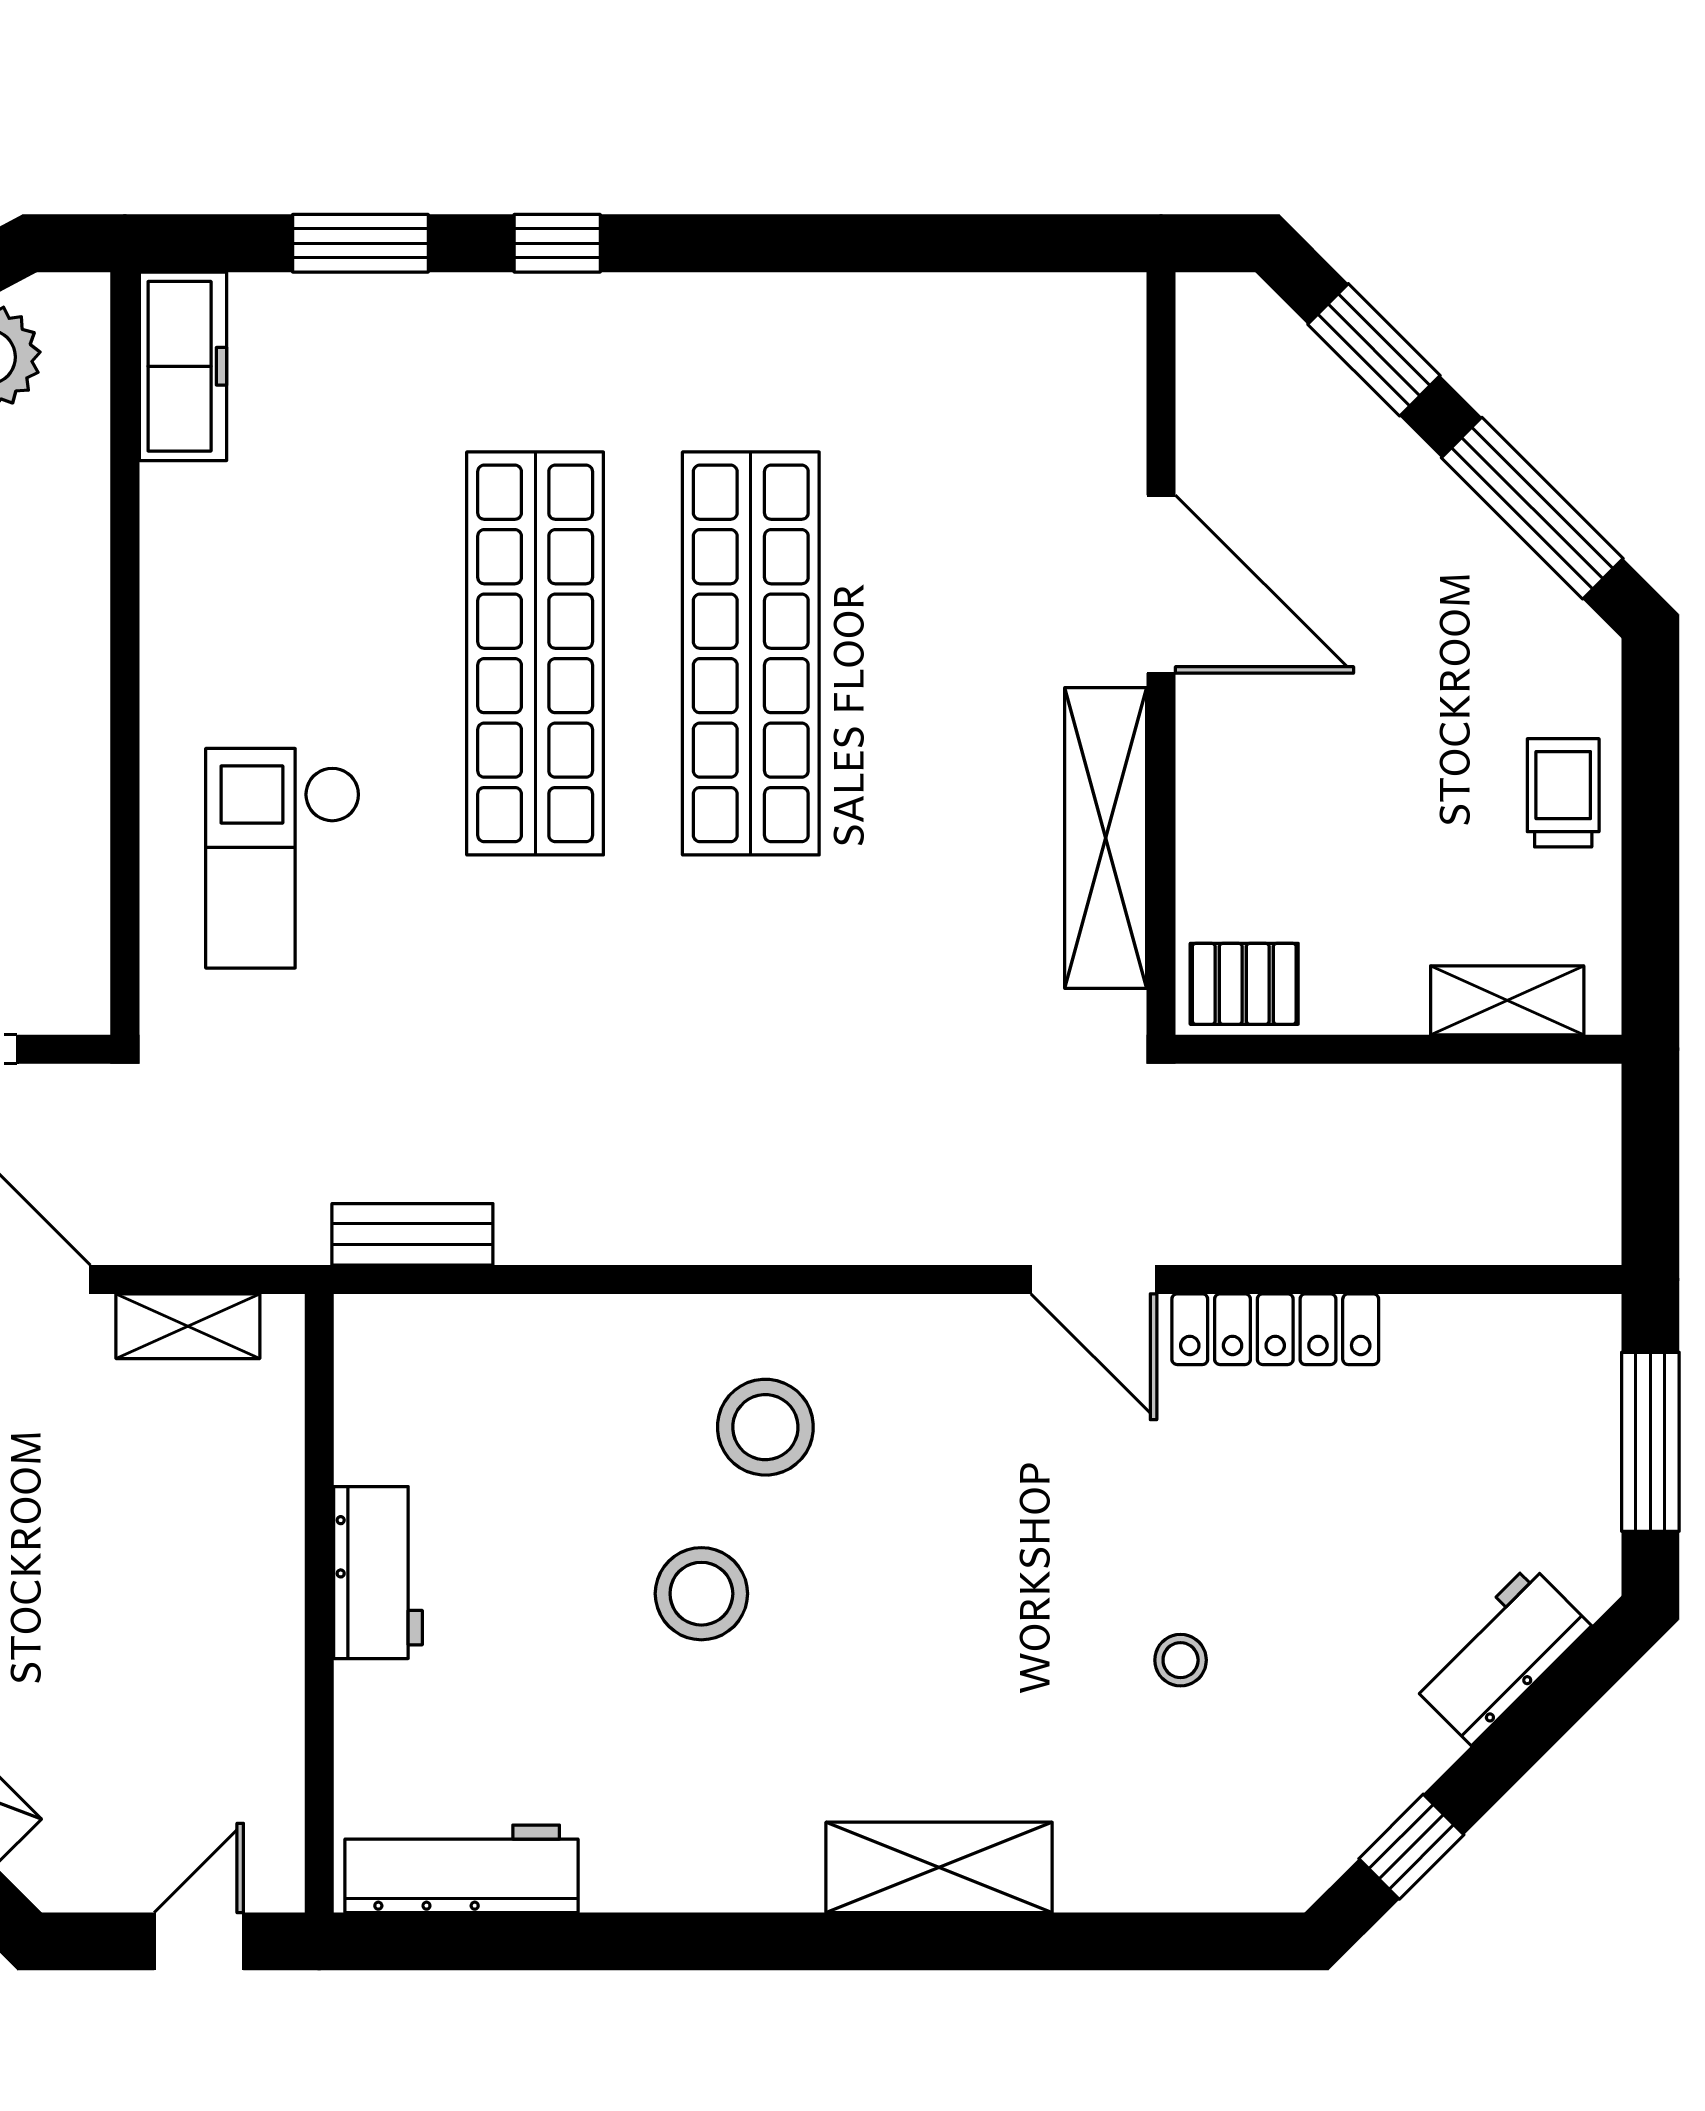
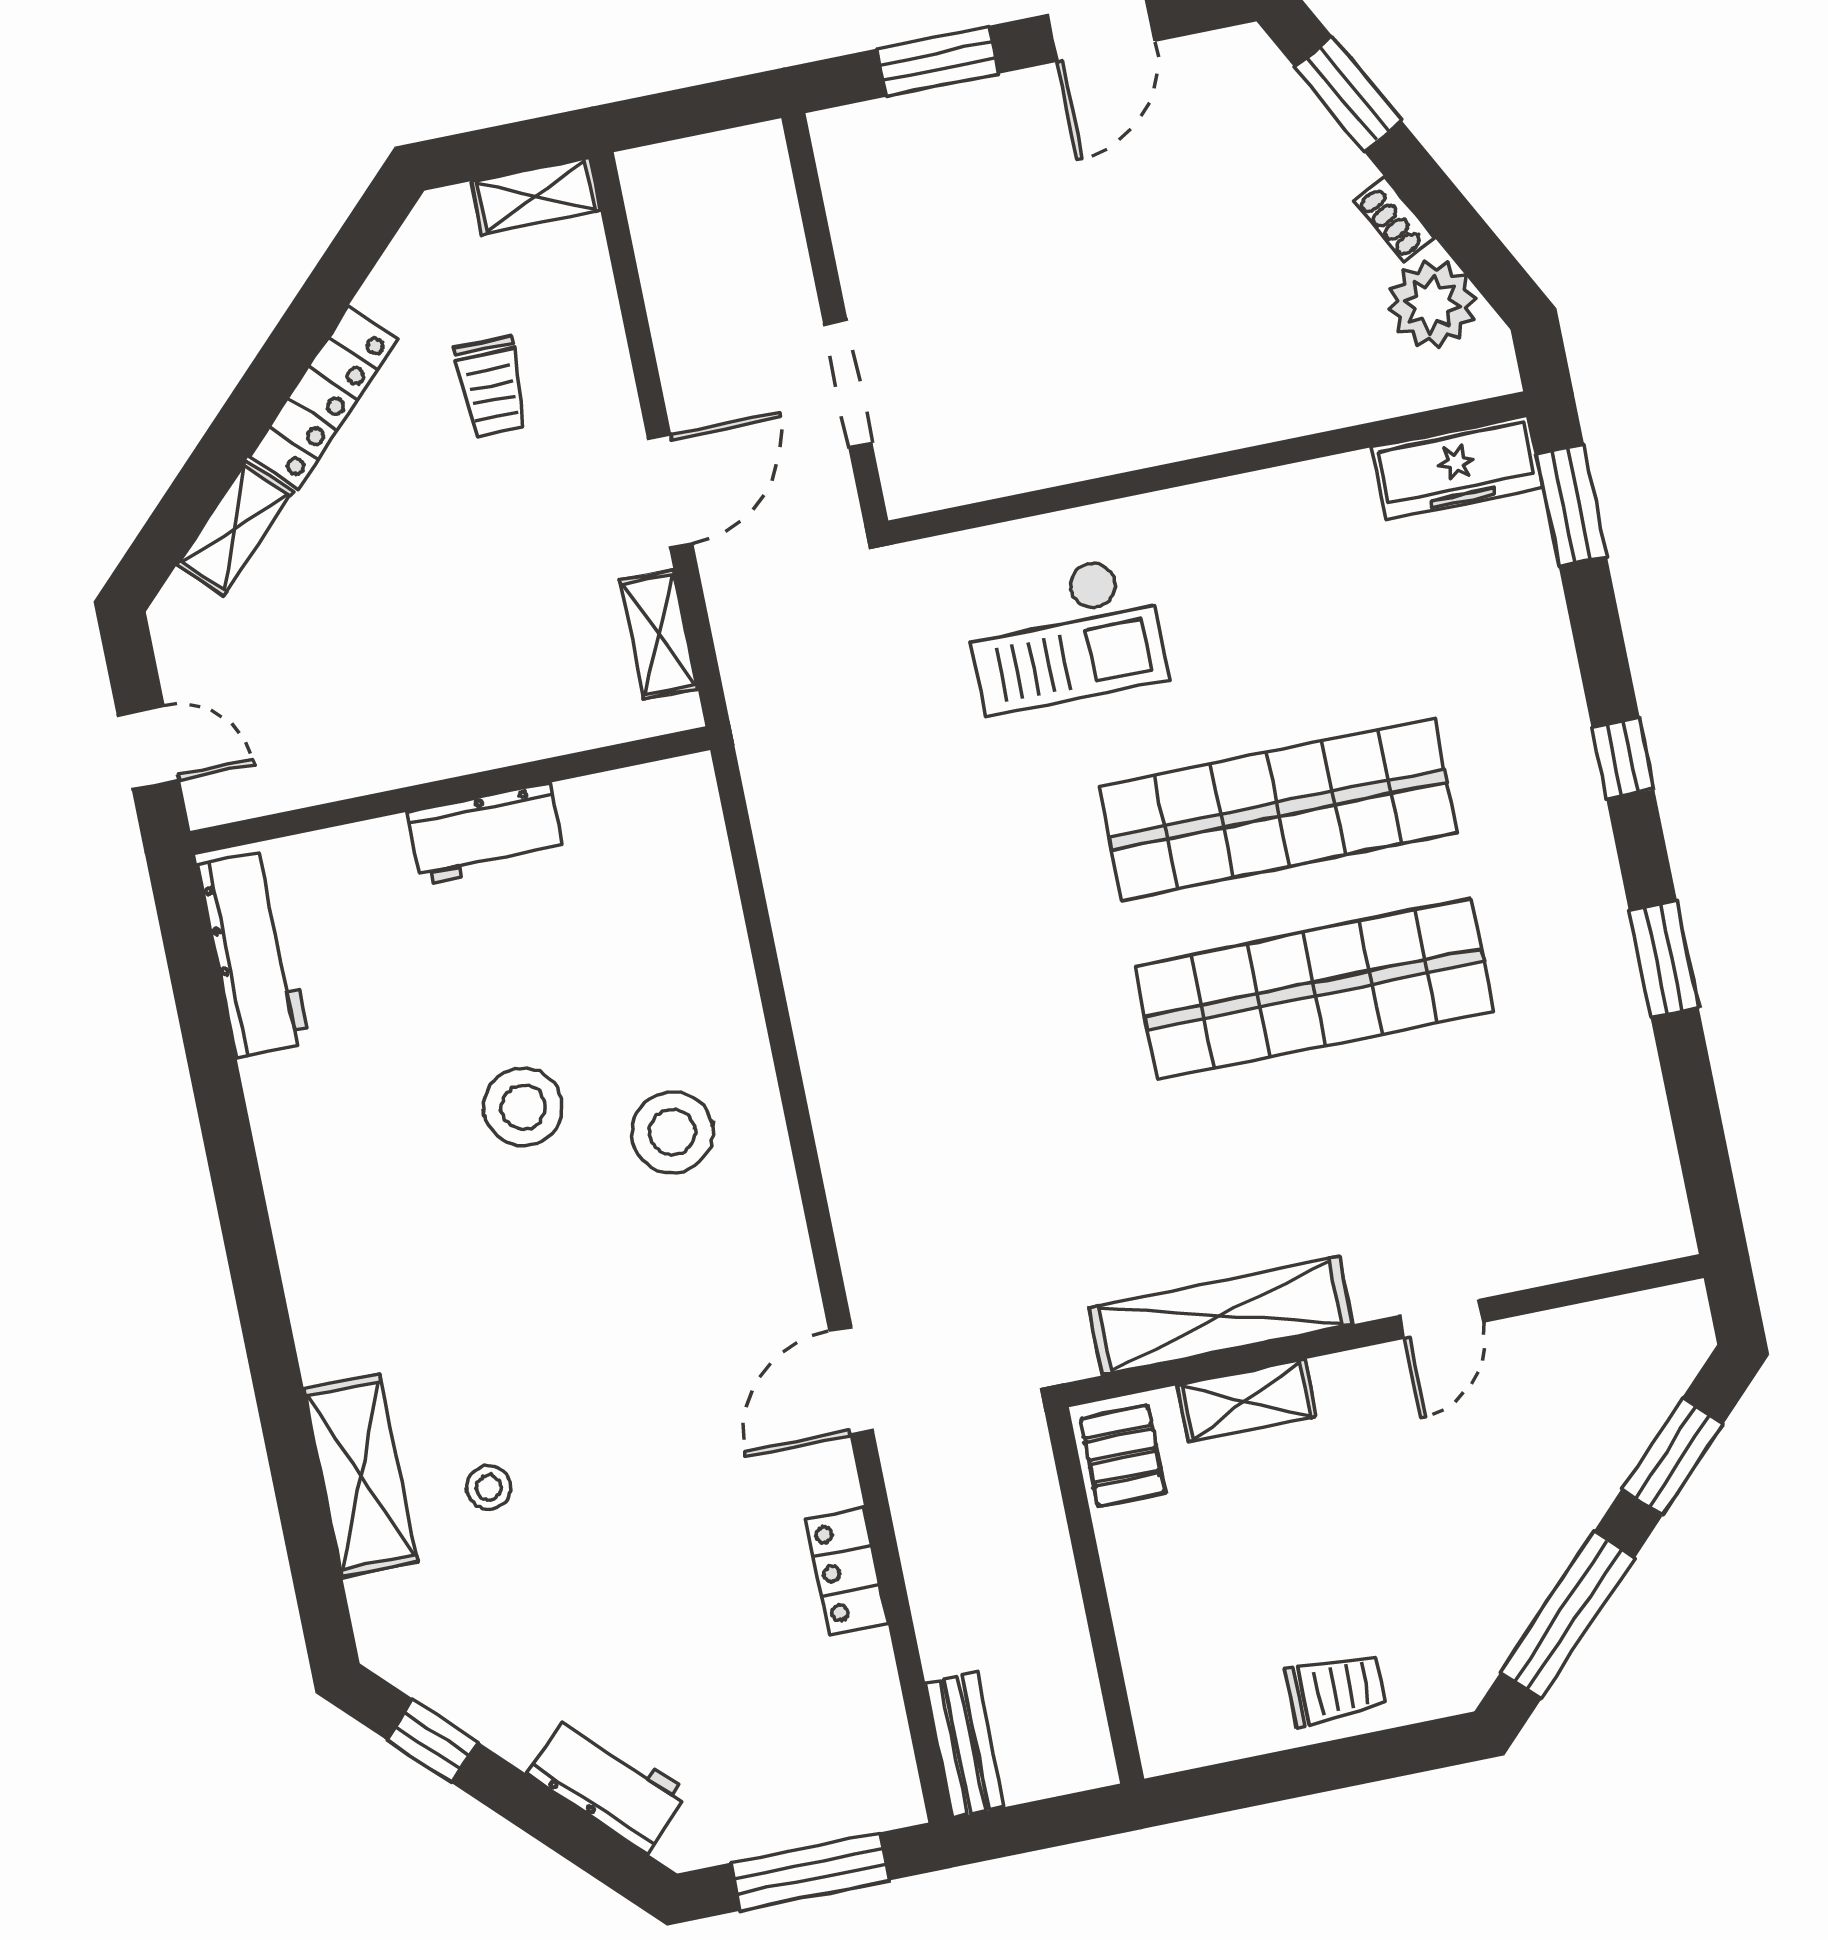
window: (360, 243) -> (1571, 505), moved
window: (798, 243) -> (1664, 959), added
door: (1161, 584) -> (1441, 1319), width x0.53
checkout: (283, 858) -> (1064, 634), turned 180
shelving: (1507, 1000) -> (1247, 1401), moved, turned 90
bench: (412, 1234) -> (964, 1745), moved
locker: (1275, 1329) -> (847, 1571), width x0.66
stool: (1181, 1660) -> (489, 1487), moved
shelving: (939, 1867) -> (361, 1475), moved

